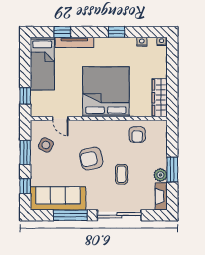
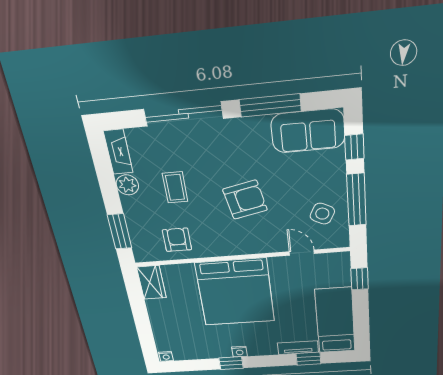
tv unit: (74, 42) -> (298, 348), width x0.71
nightstand: (142, 42) -> (240, 352), moved
wardrobe: (160, 98) -> (151, 282), width x0.67
window: (25, 152) -> (356, 200), width x1.44
window: (172, 170) -> (120, 231), moved
coffee table: (122, 174) -> (175, 187), moved
sofa: (58, 198) -> (308, 131), width x0.73

